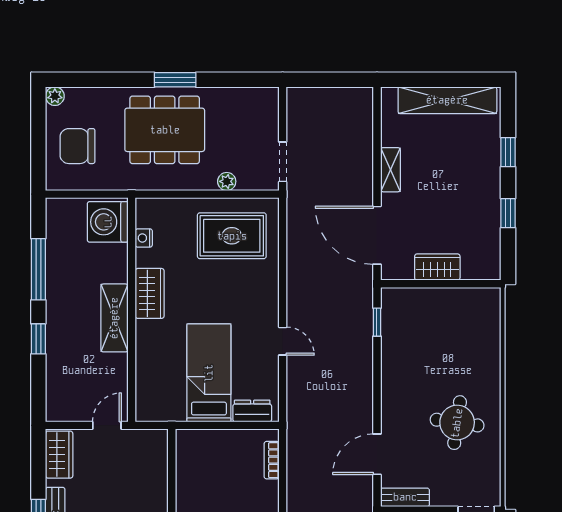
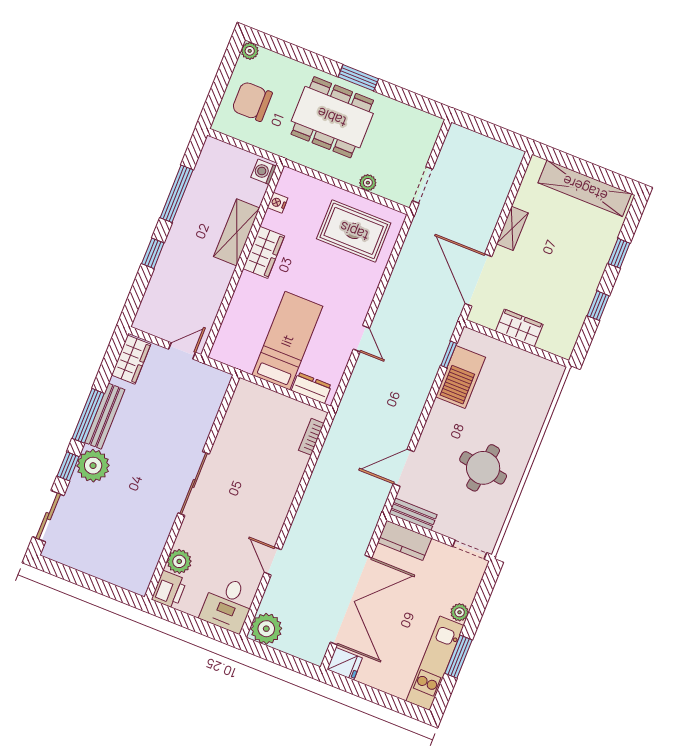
washing machine: (108, 222) -> (264, 172), width x0.53, depth x0.53
shelving: (114, 318) -> (237, 232), moved
barbecue: (398, 340) -> (460, 377), added

